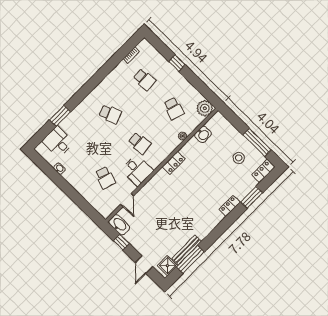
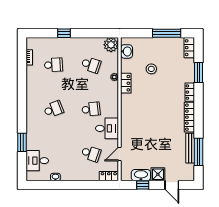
washbasin: (203, 134) -> (127, 51), moved
stool: (239, 158) -> (151, 69), moved
locker: (174, 163) -> (126, 83), moved
door: (127, 200) -> (120, 154), swing flipped
locker: (102, 209) -> (109, 176), added
washbasin: (119, 225) -> (141, 175), moved
locker: (210, 225) -> (189, 117), added
shower: (167, 266) -> (158, 174), moved

